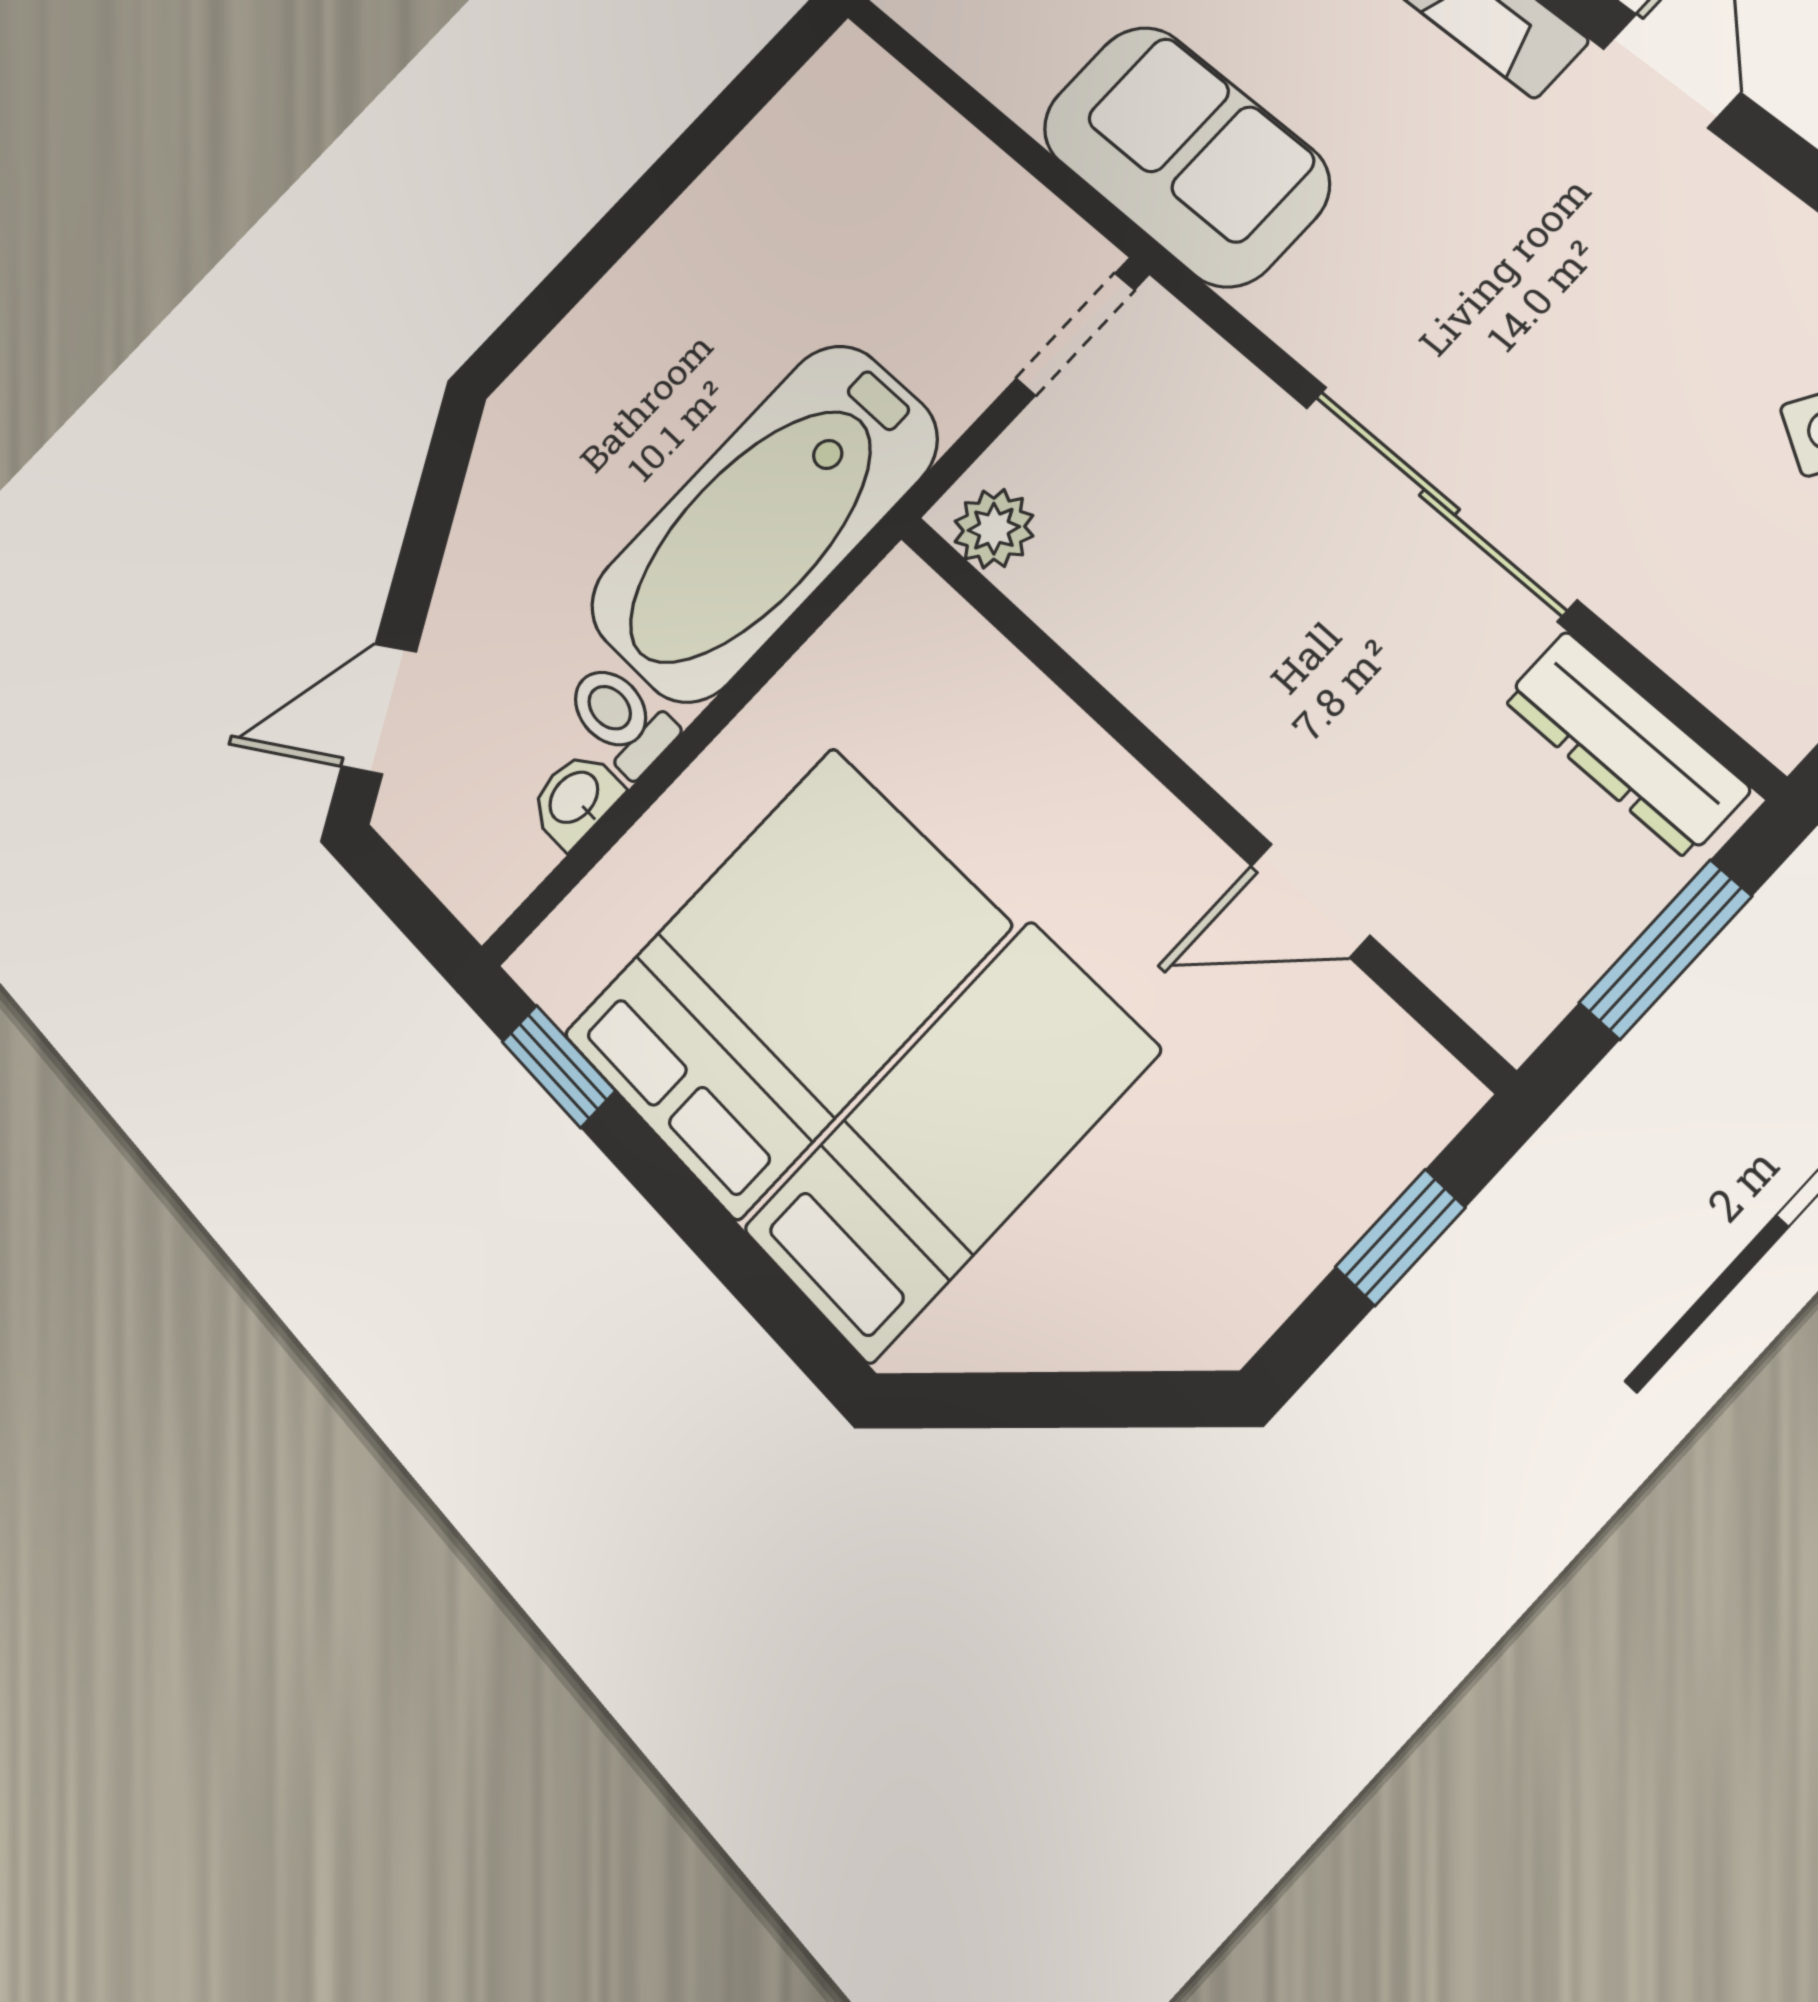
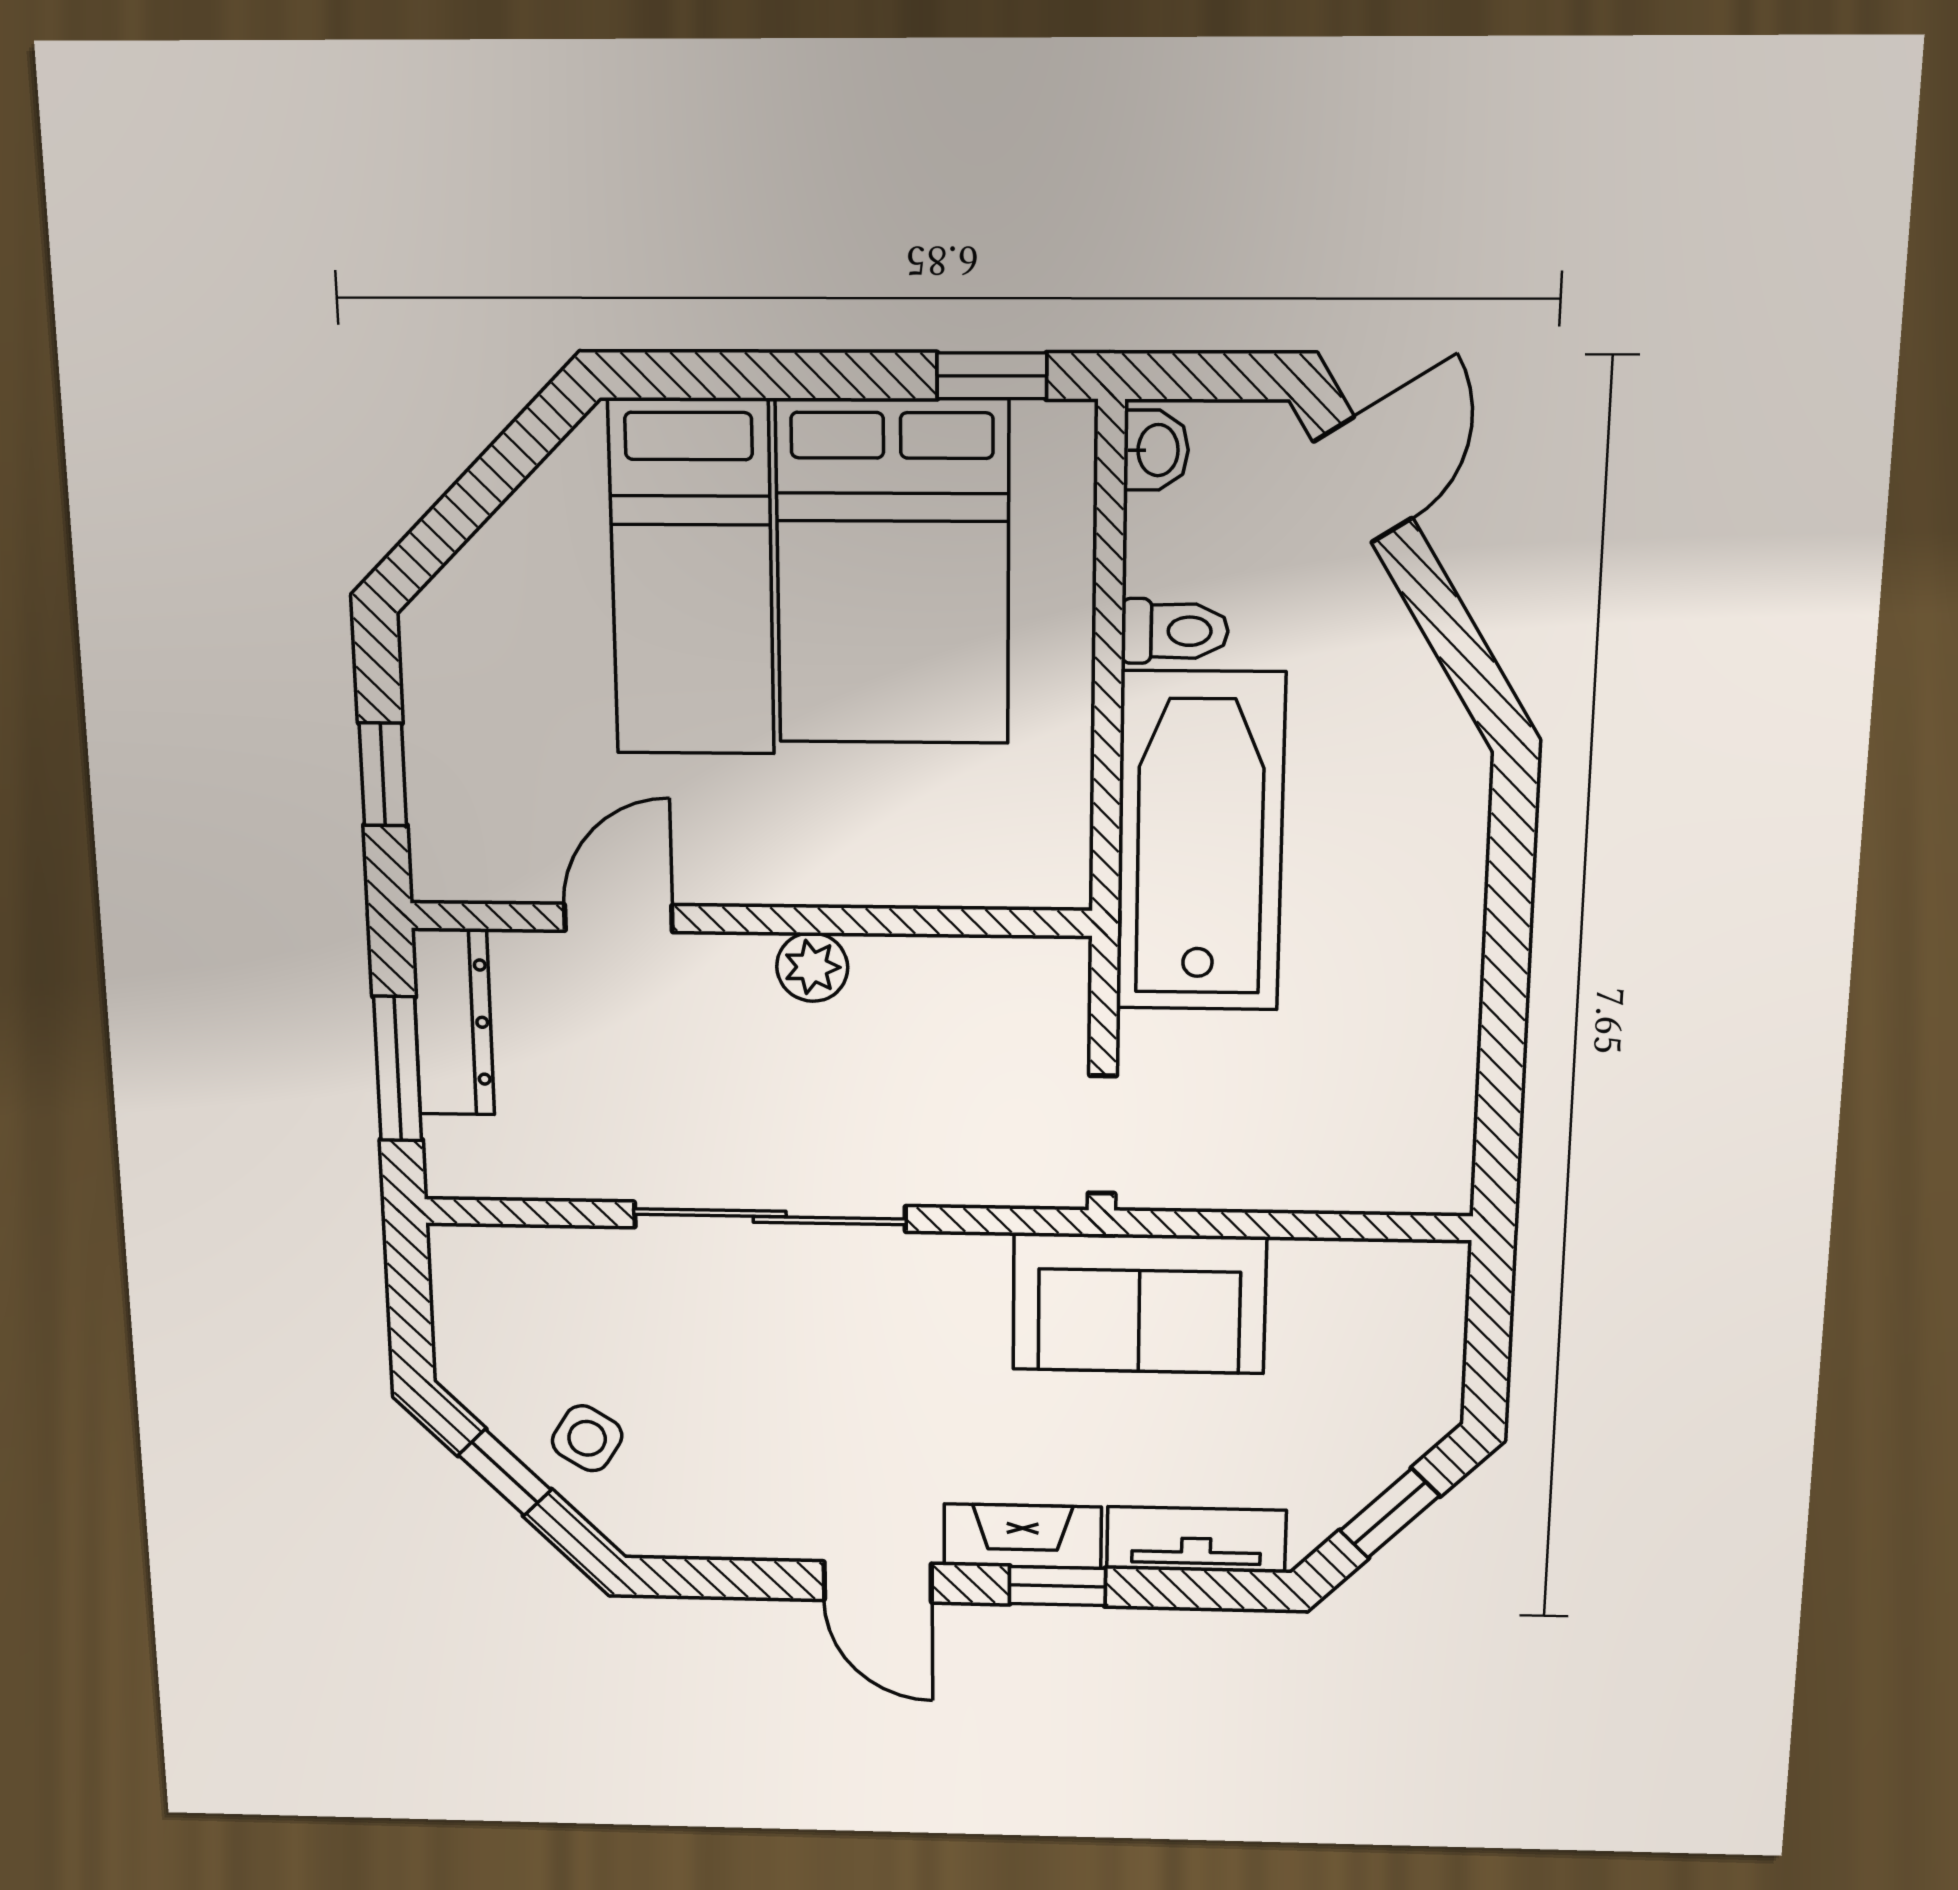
plant: (994, 529) -> (812, 967), moved
dresser: (1626, 744) -> (453, 1022), moved, turned 90
washbasin: (575, 799) -> (1156, 450), moved

